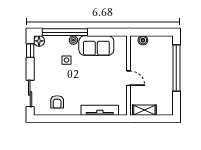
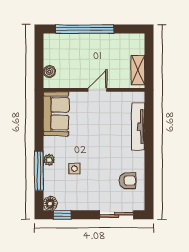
window: (65, 32) -> (39, 171), width x0.68
sofa: (96, 46) -> (56, 114), moved

